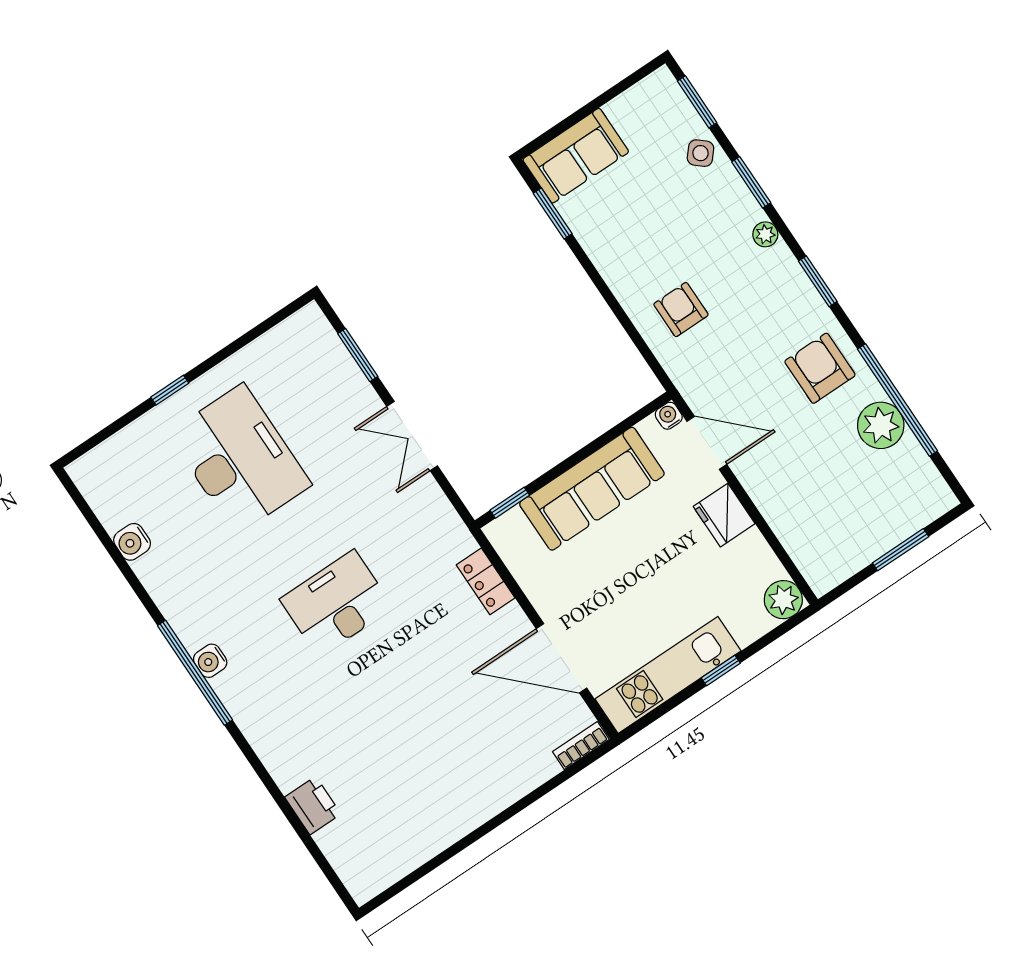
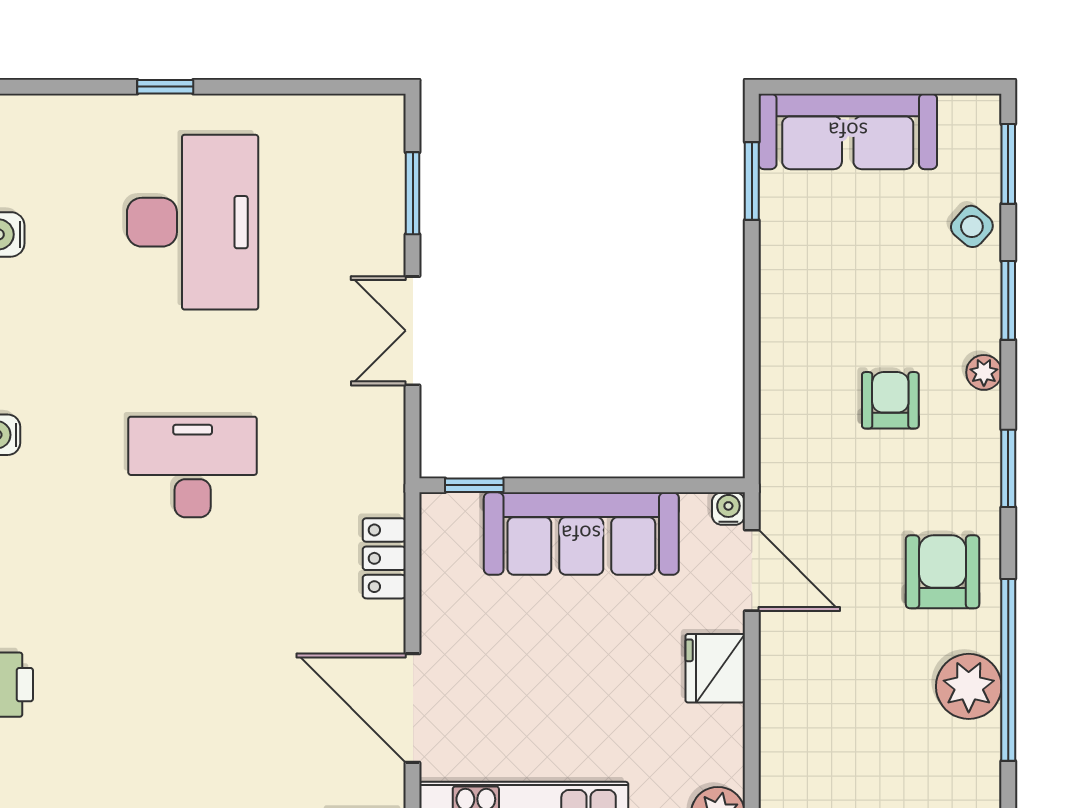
sofa: (576, 156) -> (848, 131), width x1.36
armchair: (681, 310) -> (890, 400), moved

